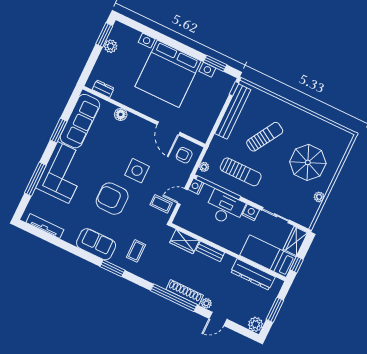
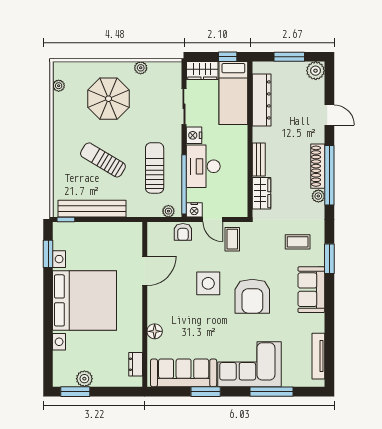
plant: (335, 130) -> (59, 86), added
armchair: (184, 155) -> (183, 232), moved
plant: (206, 303) -> (318, 196), moved

